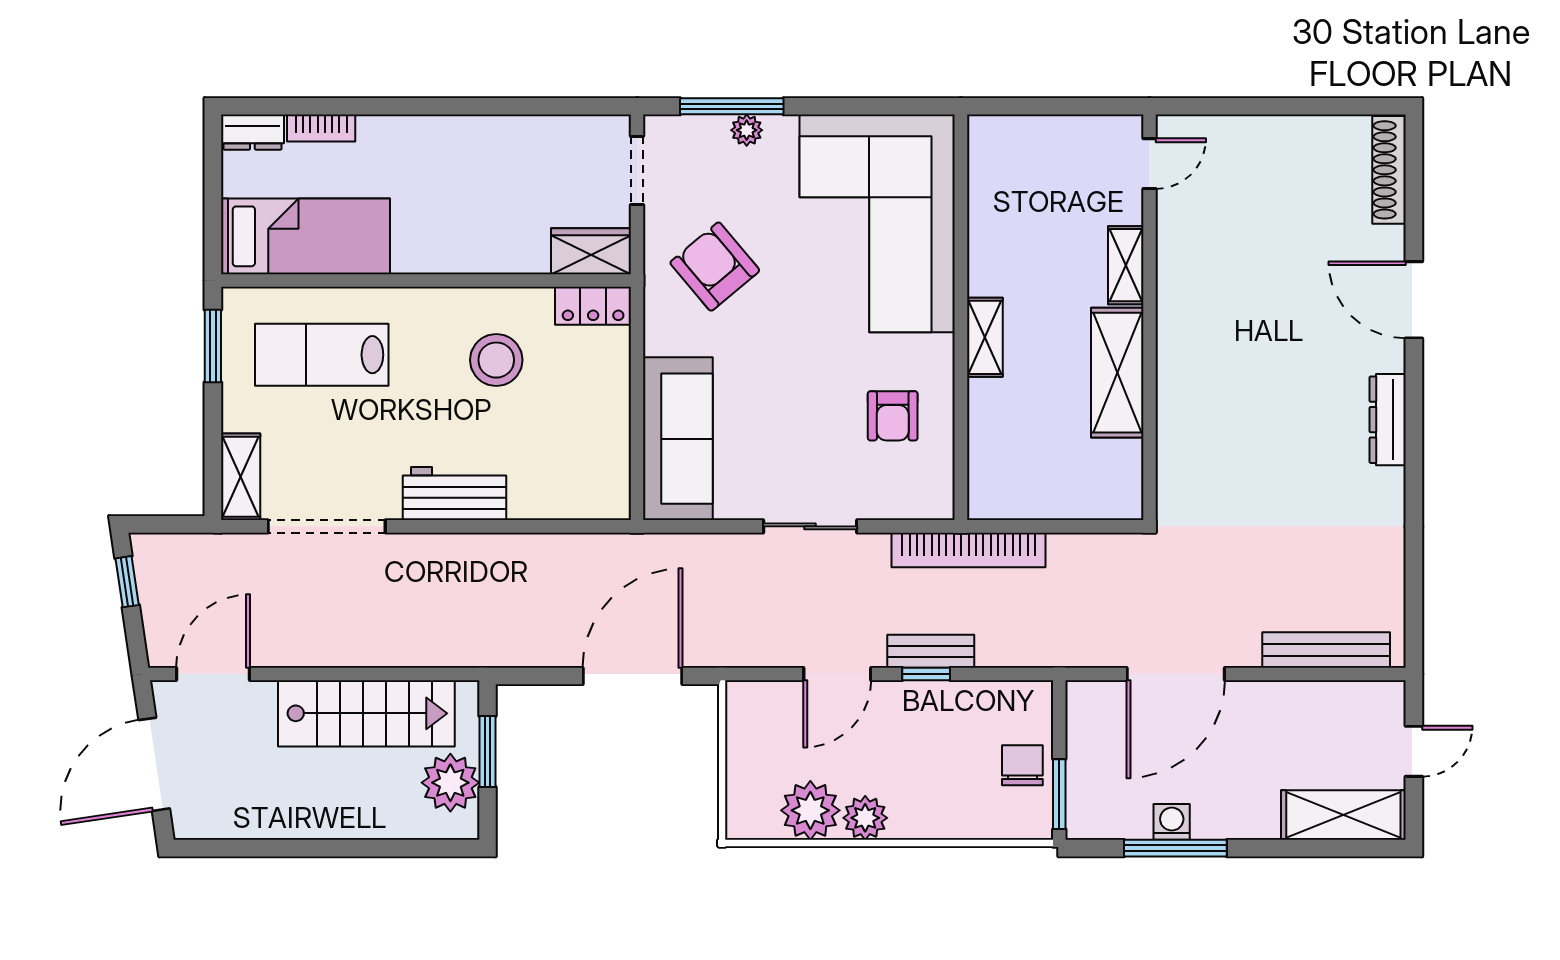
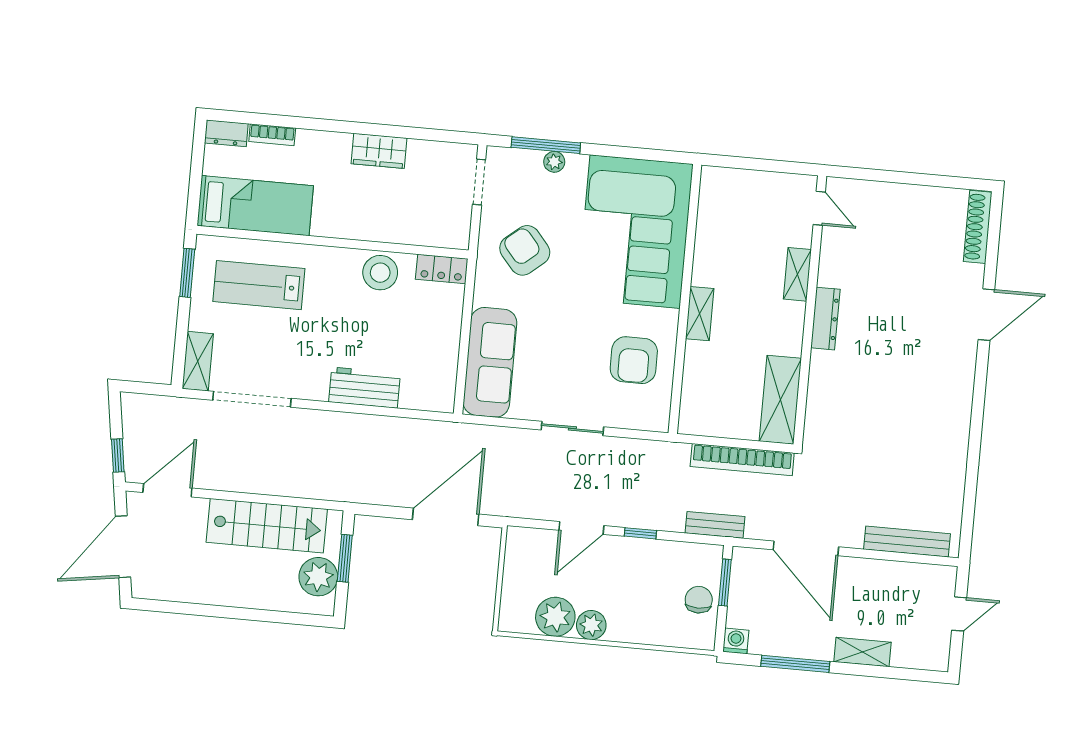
door: (1149, 164) -> (819, 208), hinge flipped
wardrobe: (591, 251) -> (379, 151), moved, turned 180
door: (1414, 300) -> (986, 315), swing flipped
stool: (496, 360) -> (380, 273), moved
shelving: (1117, 373) -> (780, 400), moved
armchair: (893, 416) -> (634, 360), width x1.38, depth x1.38
dresser: (1388, 420) -> (825, 319), moved, turned 180
workbench: (454, 494) -> (365, 388), moved
bookcase: (969, 550) -> (742, 460), moved
window: (127, 582) -> (118, 455), moved
bench: (931, 651) -> (715, 525), moved
door: (1176, 674) -> (806, 548), hinge flipped
window: (1059, 794) -> (725, 583), moved
shelving: (1343, 815) -> (863, 652), moved, width x0.67, depth x0.75
washing machine: (1172, 822) -> (736, 641), moved

